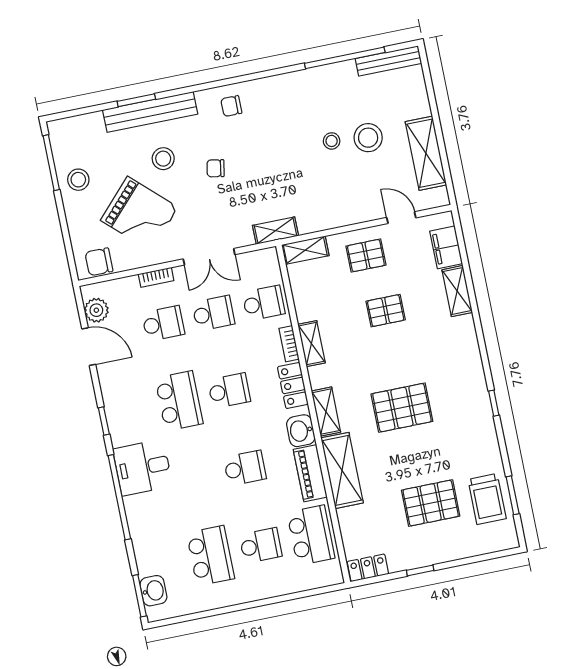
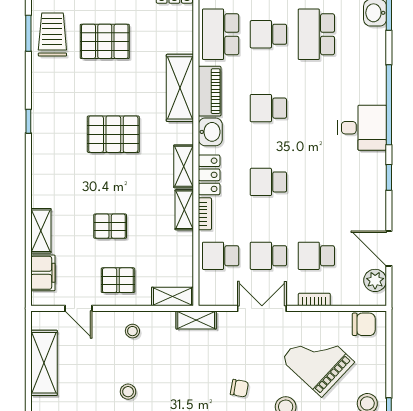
stool: (368, 138) -> (132, 331), moved, width x0.53, depth x0.53
school desk: (179, 401) -> (316, 182), removed
shelving: (326, 412) -> (184, 166), moved

